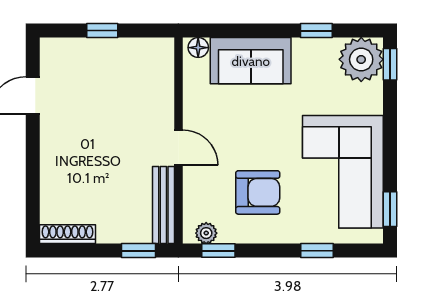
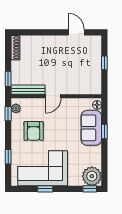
window: (316, 31) -> (104, 131), moved
window: (390, 209) -> (45, 189), moved

